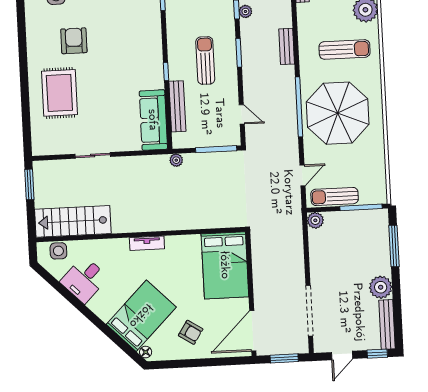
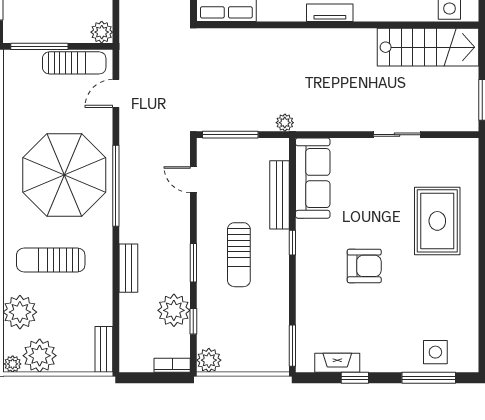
plant: (245, 11) -> (174, 310), width x1.88, depth x1.88
armchair: (74, 41) -> (364, 266), moved, turned -90

